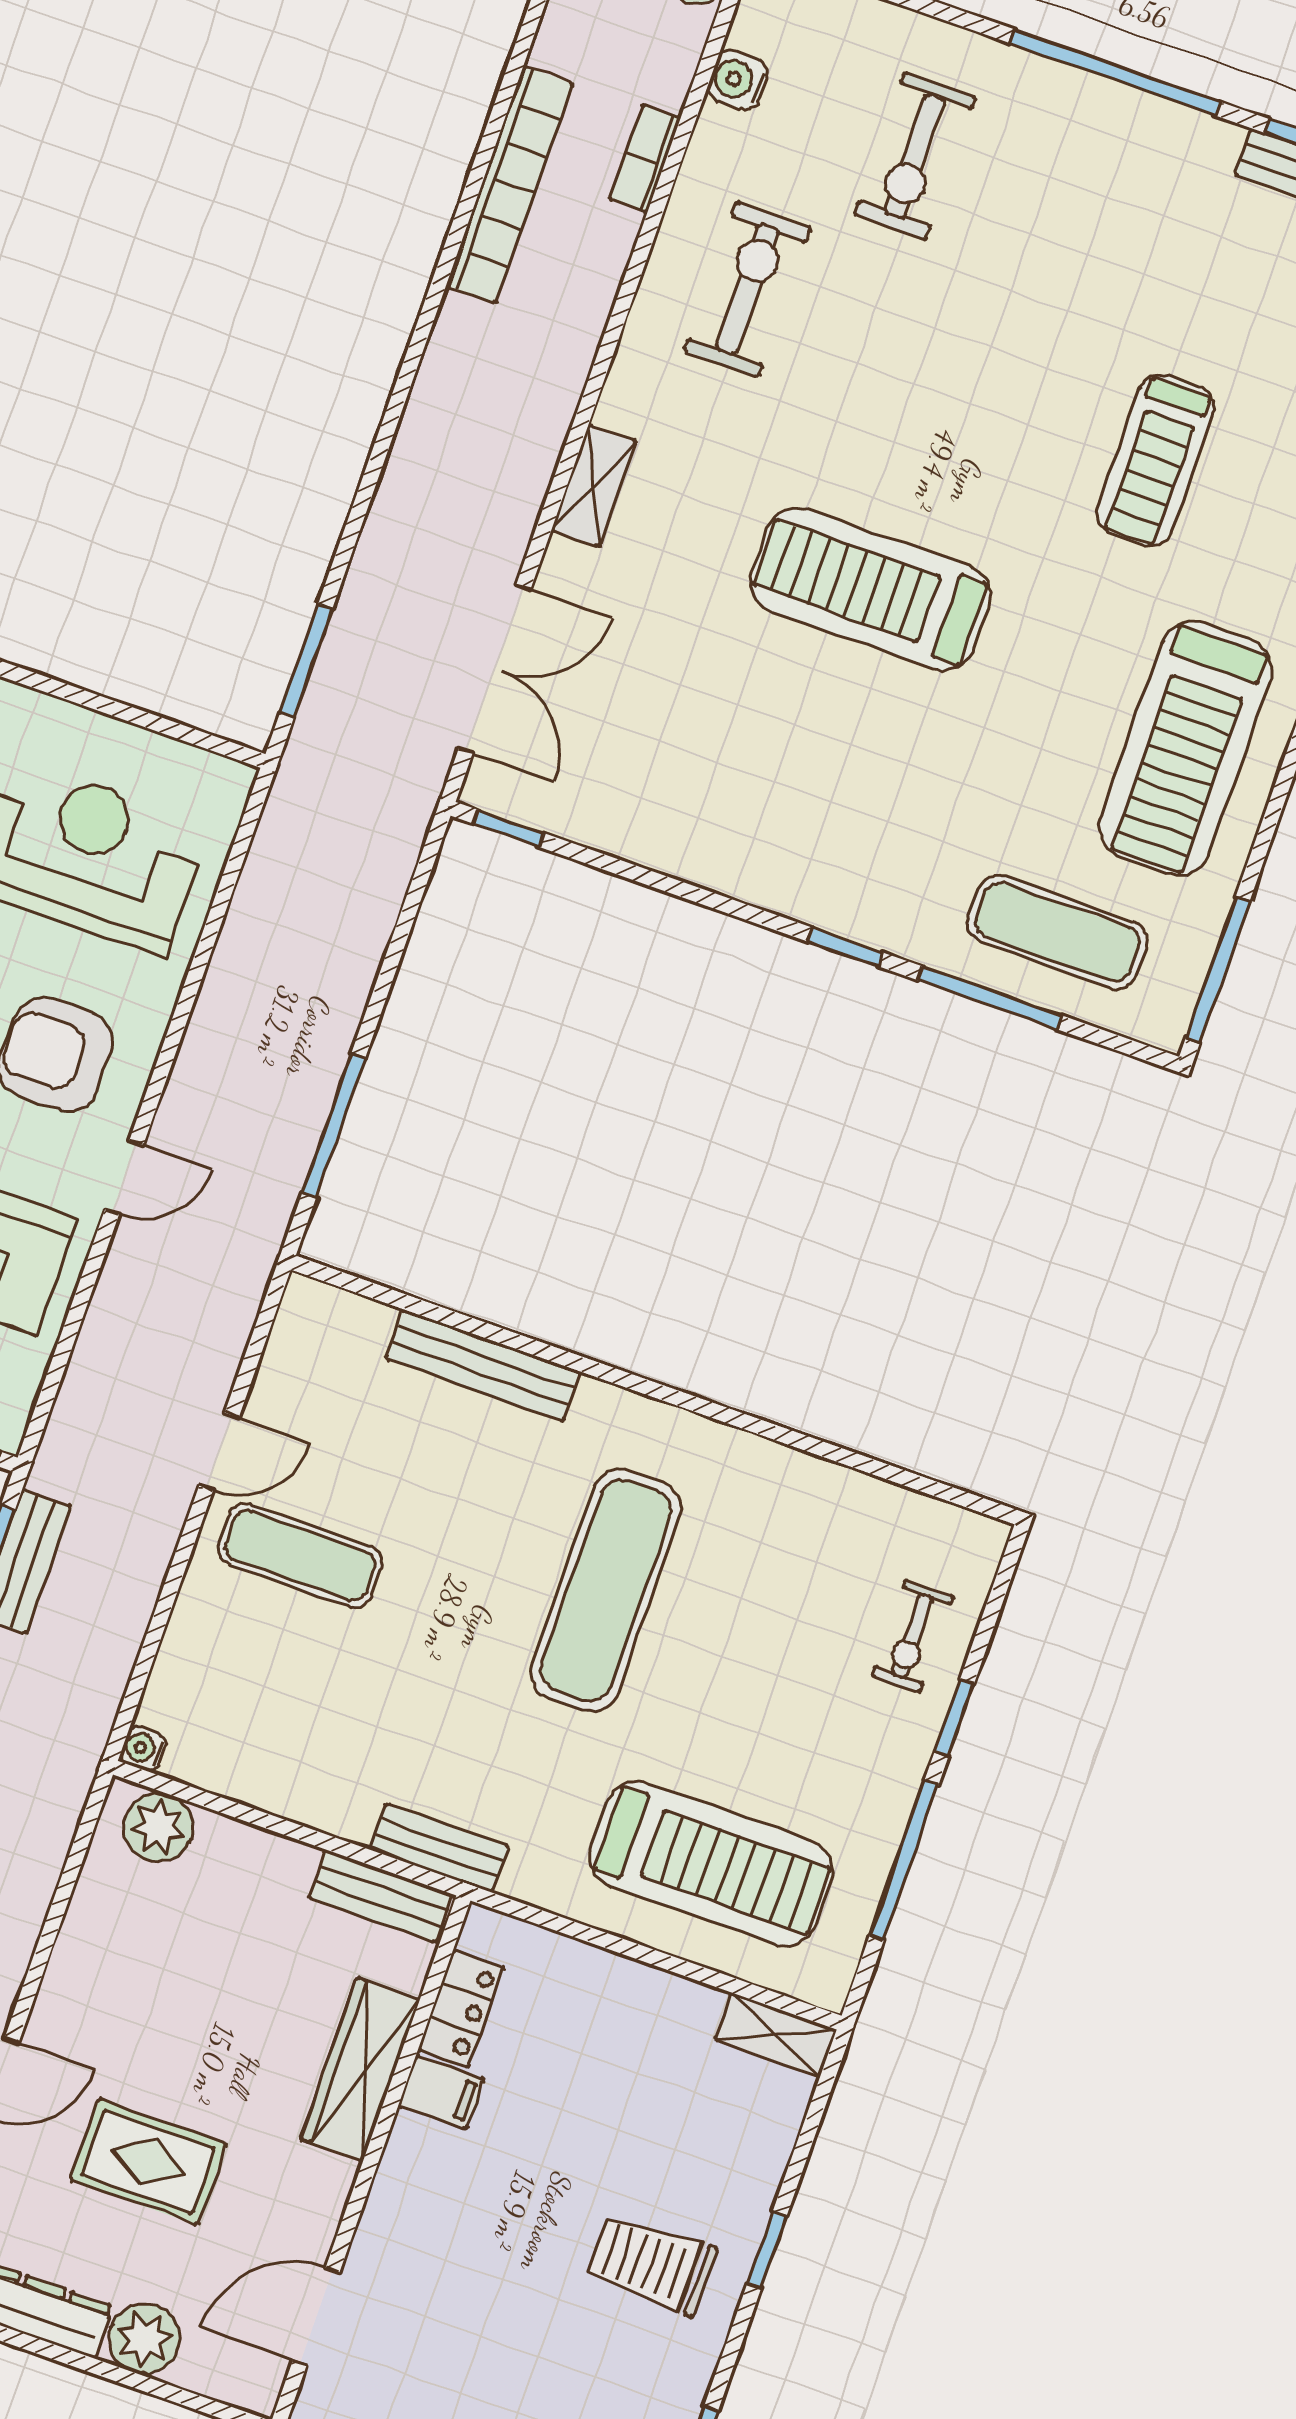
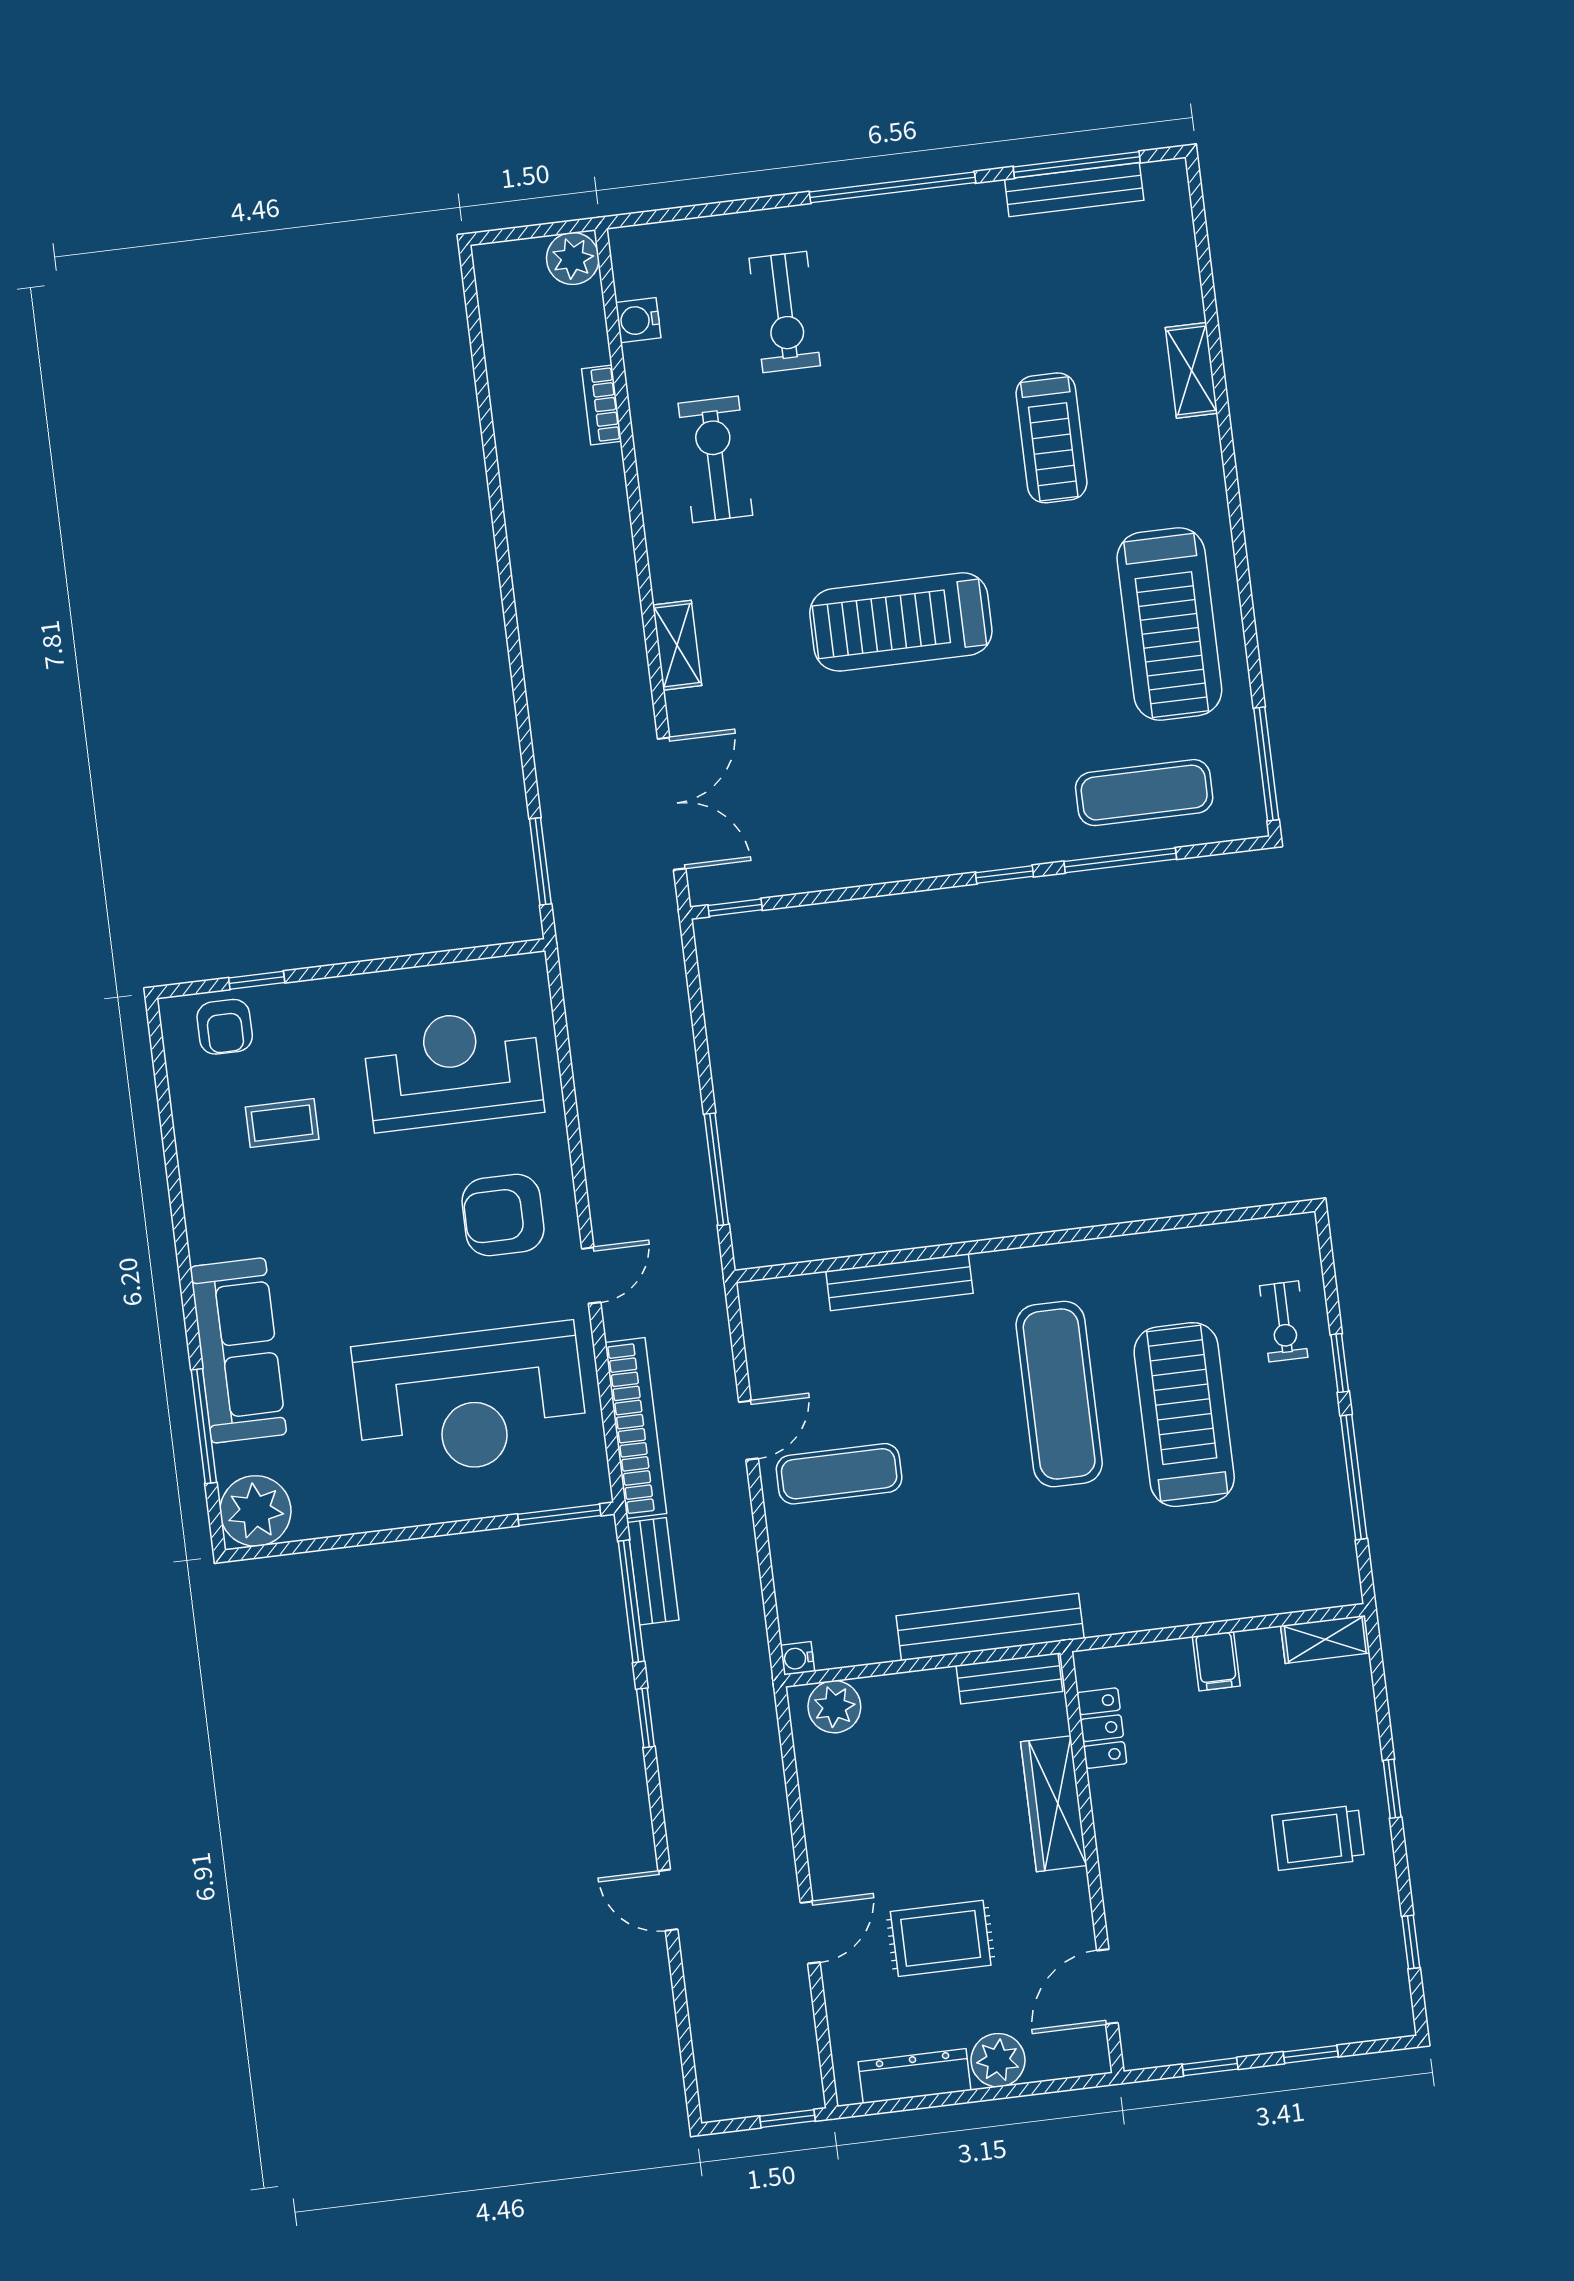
bookcase: (510, 185) -> (636, 1428), moved
bench: (439, 1848) -> (990, 1627), width x1.86, depth x1.21
treadmill: (711, 1864) -> (1184, 1415), moved, turned -90
filing cabinet: (441, 2092) -> (1216, 1661), moved, turned 90

